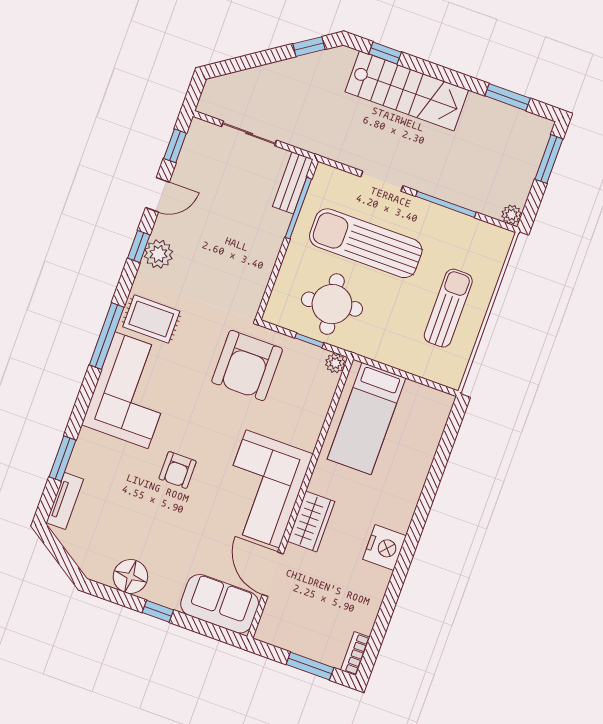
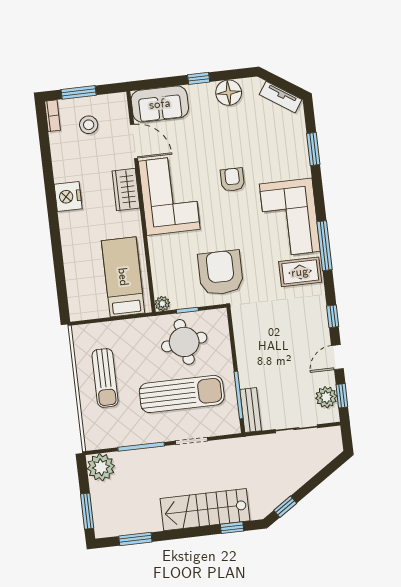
plant: (511, 215) -> (101, 467), width x1.87, depth x1.87
plant: (158, 254) -> (326, 397), moved
tv unit: (65, 501) -> (281, 97), moved, turned -56
stool: (317, 621) -> (89, 125), added

